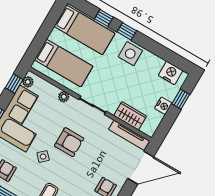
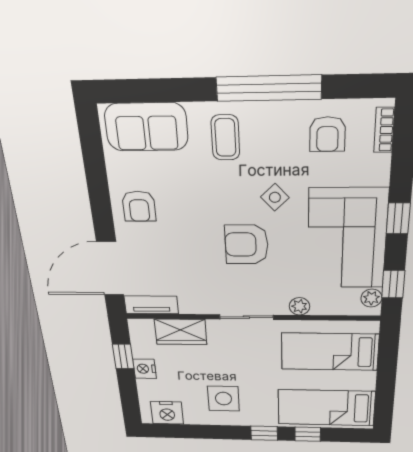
side table: (130, 54) -> (223, 399), moved
window: (181, 99) -> (123, 356), moved
tv unit: (129, 135) -> (151, 305), width x0.71

